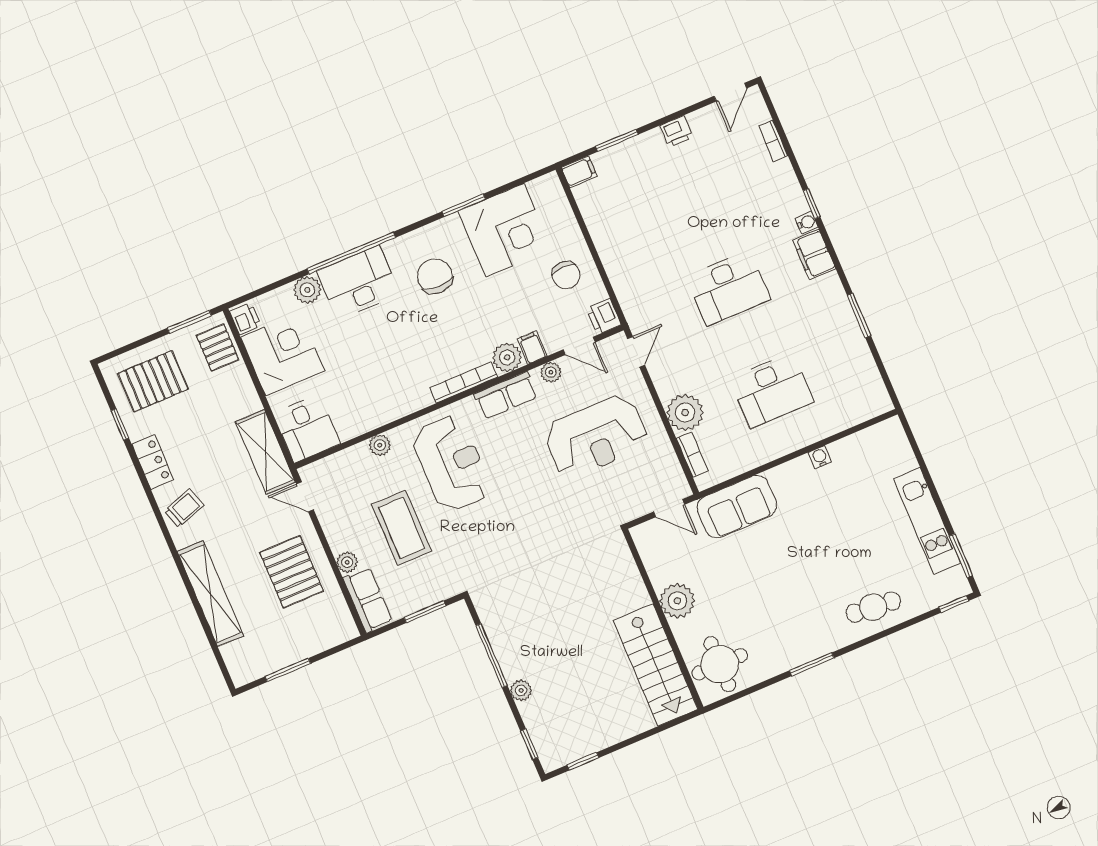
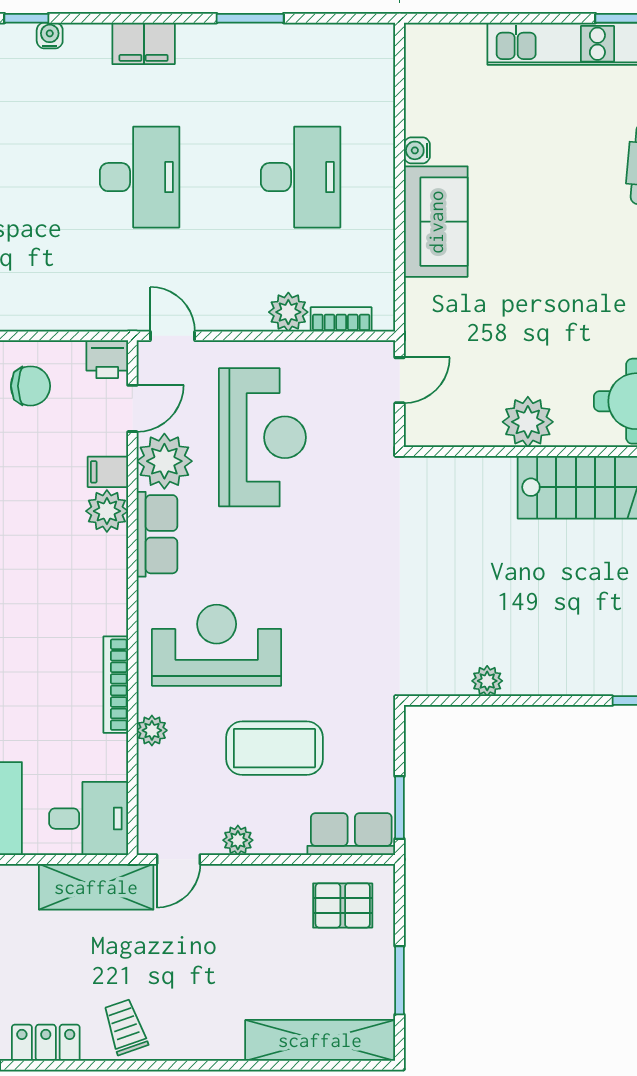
window: (812, 204) -> (26, 18), moved
water cooler: (807, 222) -> (50, 35), moved
plant: (551, 372) -> (164, 461), width x1.87, depth x1.87
bookcase: (464, 382) -> (116, 685), moved
plant: (685, 413) -> (288, 312), width x0.73, depth x0.73
sofa: (737, 507) -> (436, 222), moved
plant: (347, 562) -> (238, 840), moved
pallet: (292, 572) -> (343, 905), moved, width x0.67, depth x0.71
shelving: (210, 594) -> (320, 1040), moved
window: (425, 612) -> (400, 808), moved
window: (491, 656) -> (496, 701), removed
plant: (521, 690) -> (487, 681), moved

